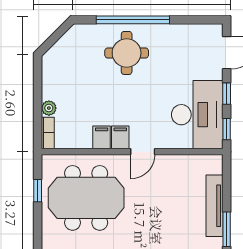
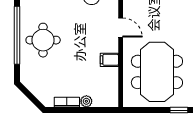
bookcase: (48, 133) -> (67, 102), moved
filing cabinet: (120, 137) -> (109, 45), removed
window: (38, 191) -> (179, 110), moved

